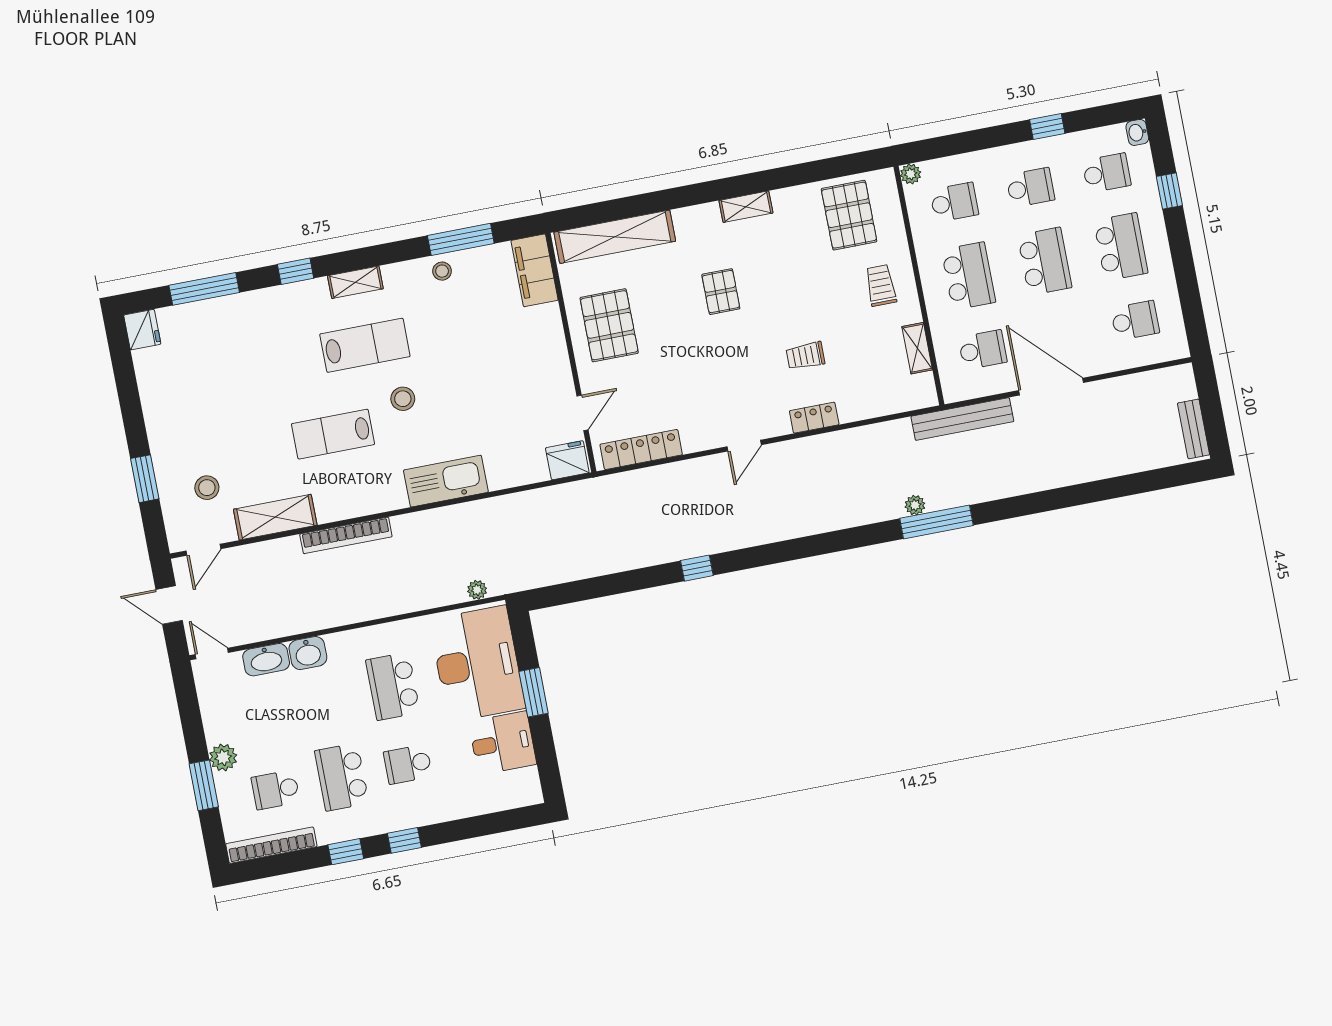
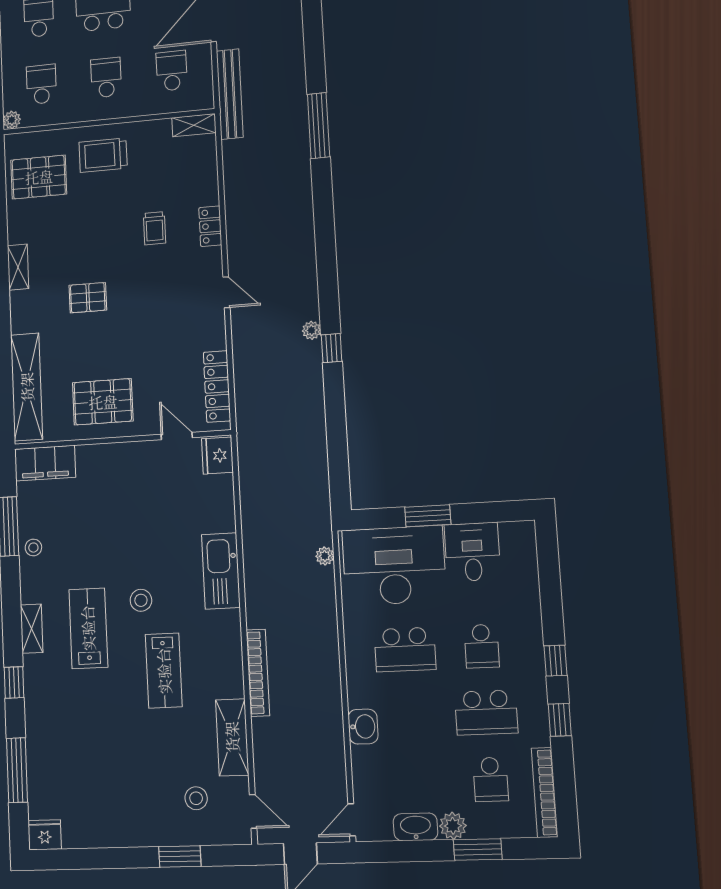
school desk: (968, 276) -> (106, 78), width x0.54
trolley: (881, 285) -> (103, 155), width x1.36, depth x1.39
shelving: (917, 348) -> (194, 125), moved
plant: (915, 505) -> (311, 330), moved
washbasin: (266, 660) -> (416, 827), moved, turned -90

